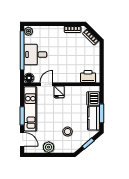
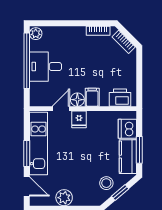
filing cabinet: (68, 76) -> (92, 97), added
floor lamp: (29, 78) -> (77, 100), moved
stool: (68, 132) -> (106, 183), moved

